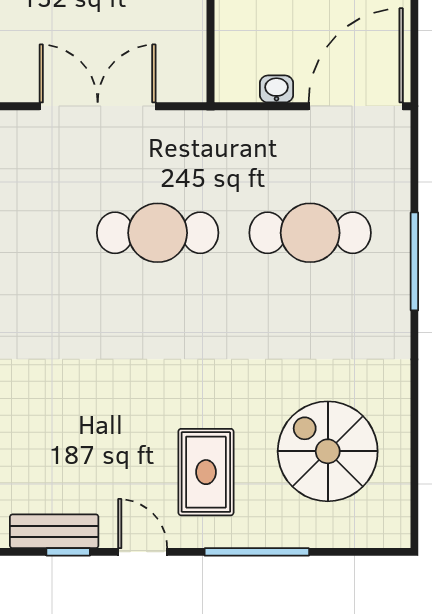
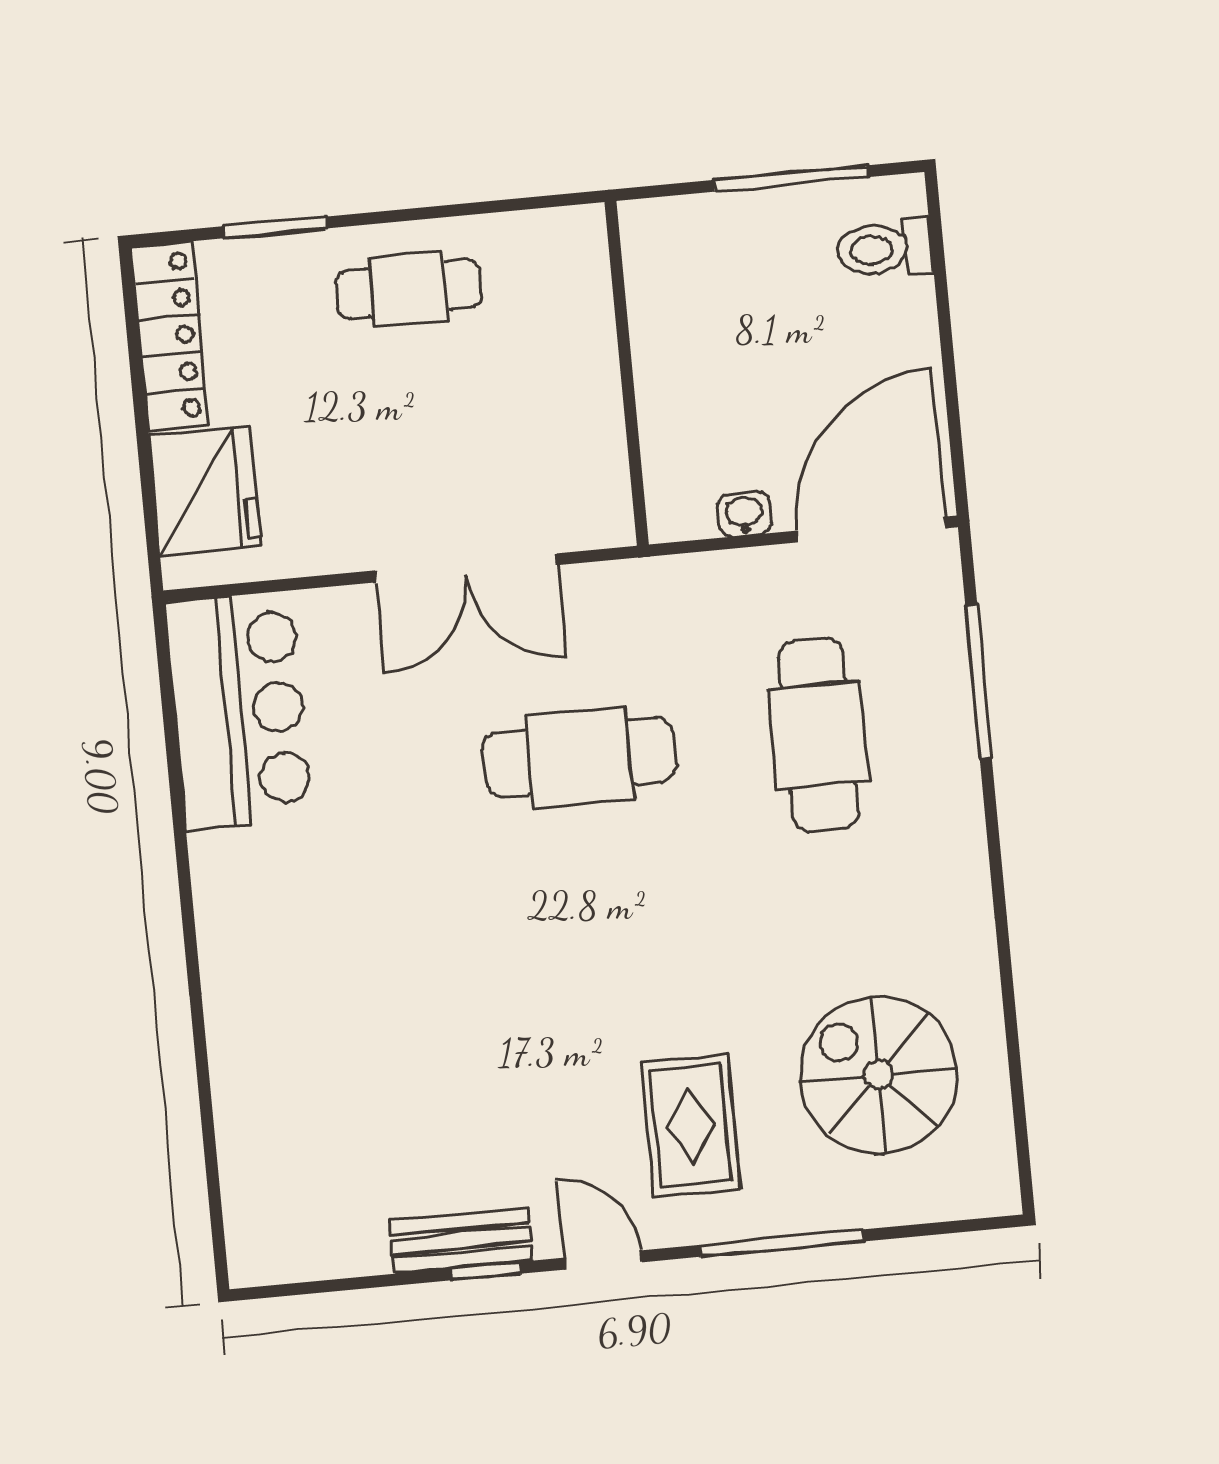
double door: (98, 106) -> (466, 568), swing flipped
cafe table: (310, 233) -> (818, 735), turned 90
window: (414, 261) -> (978, 681), moved

